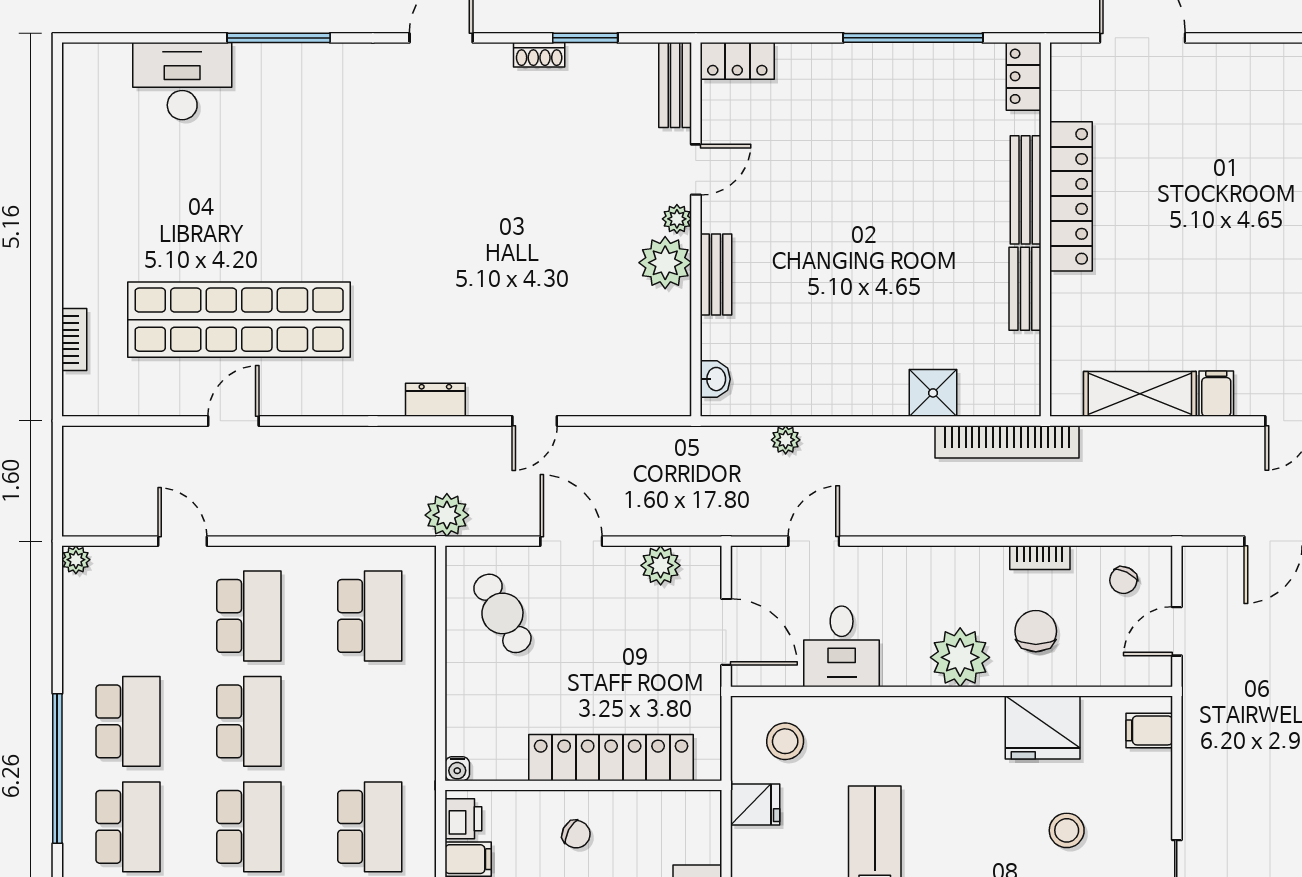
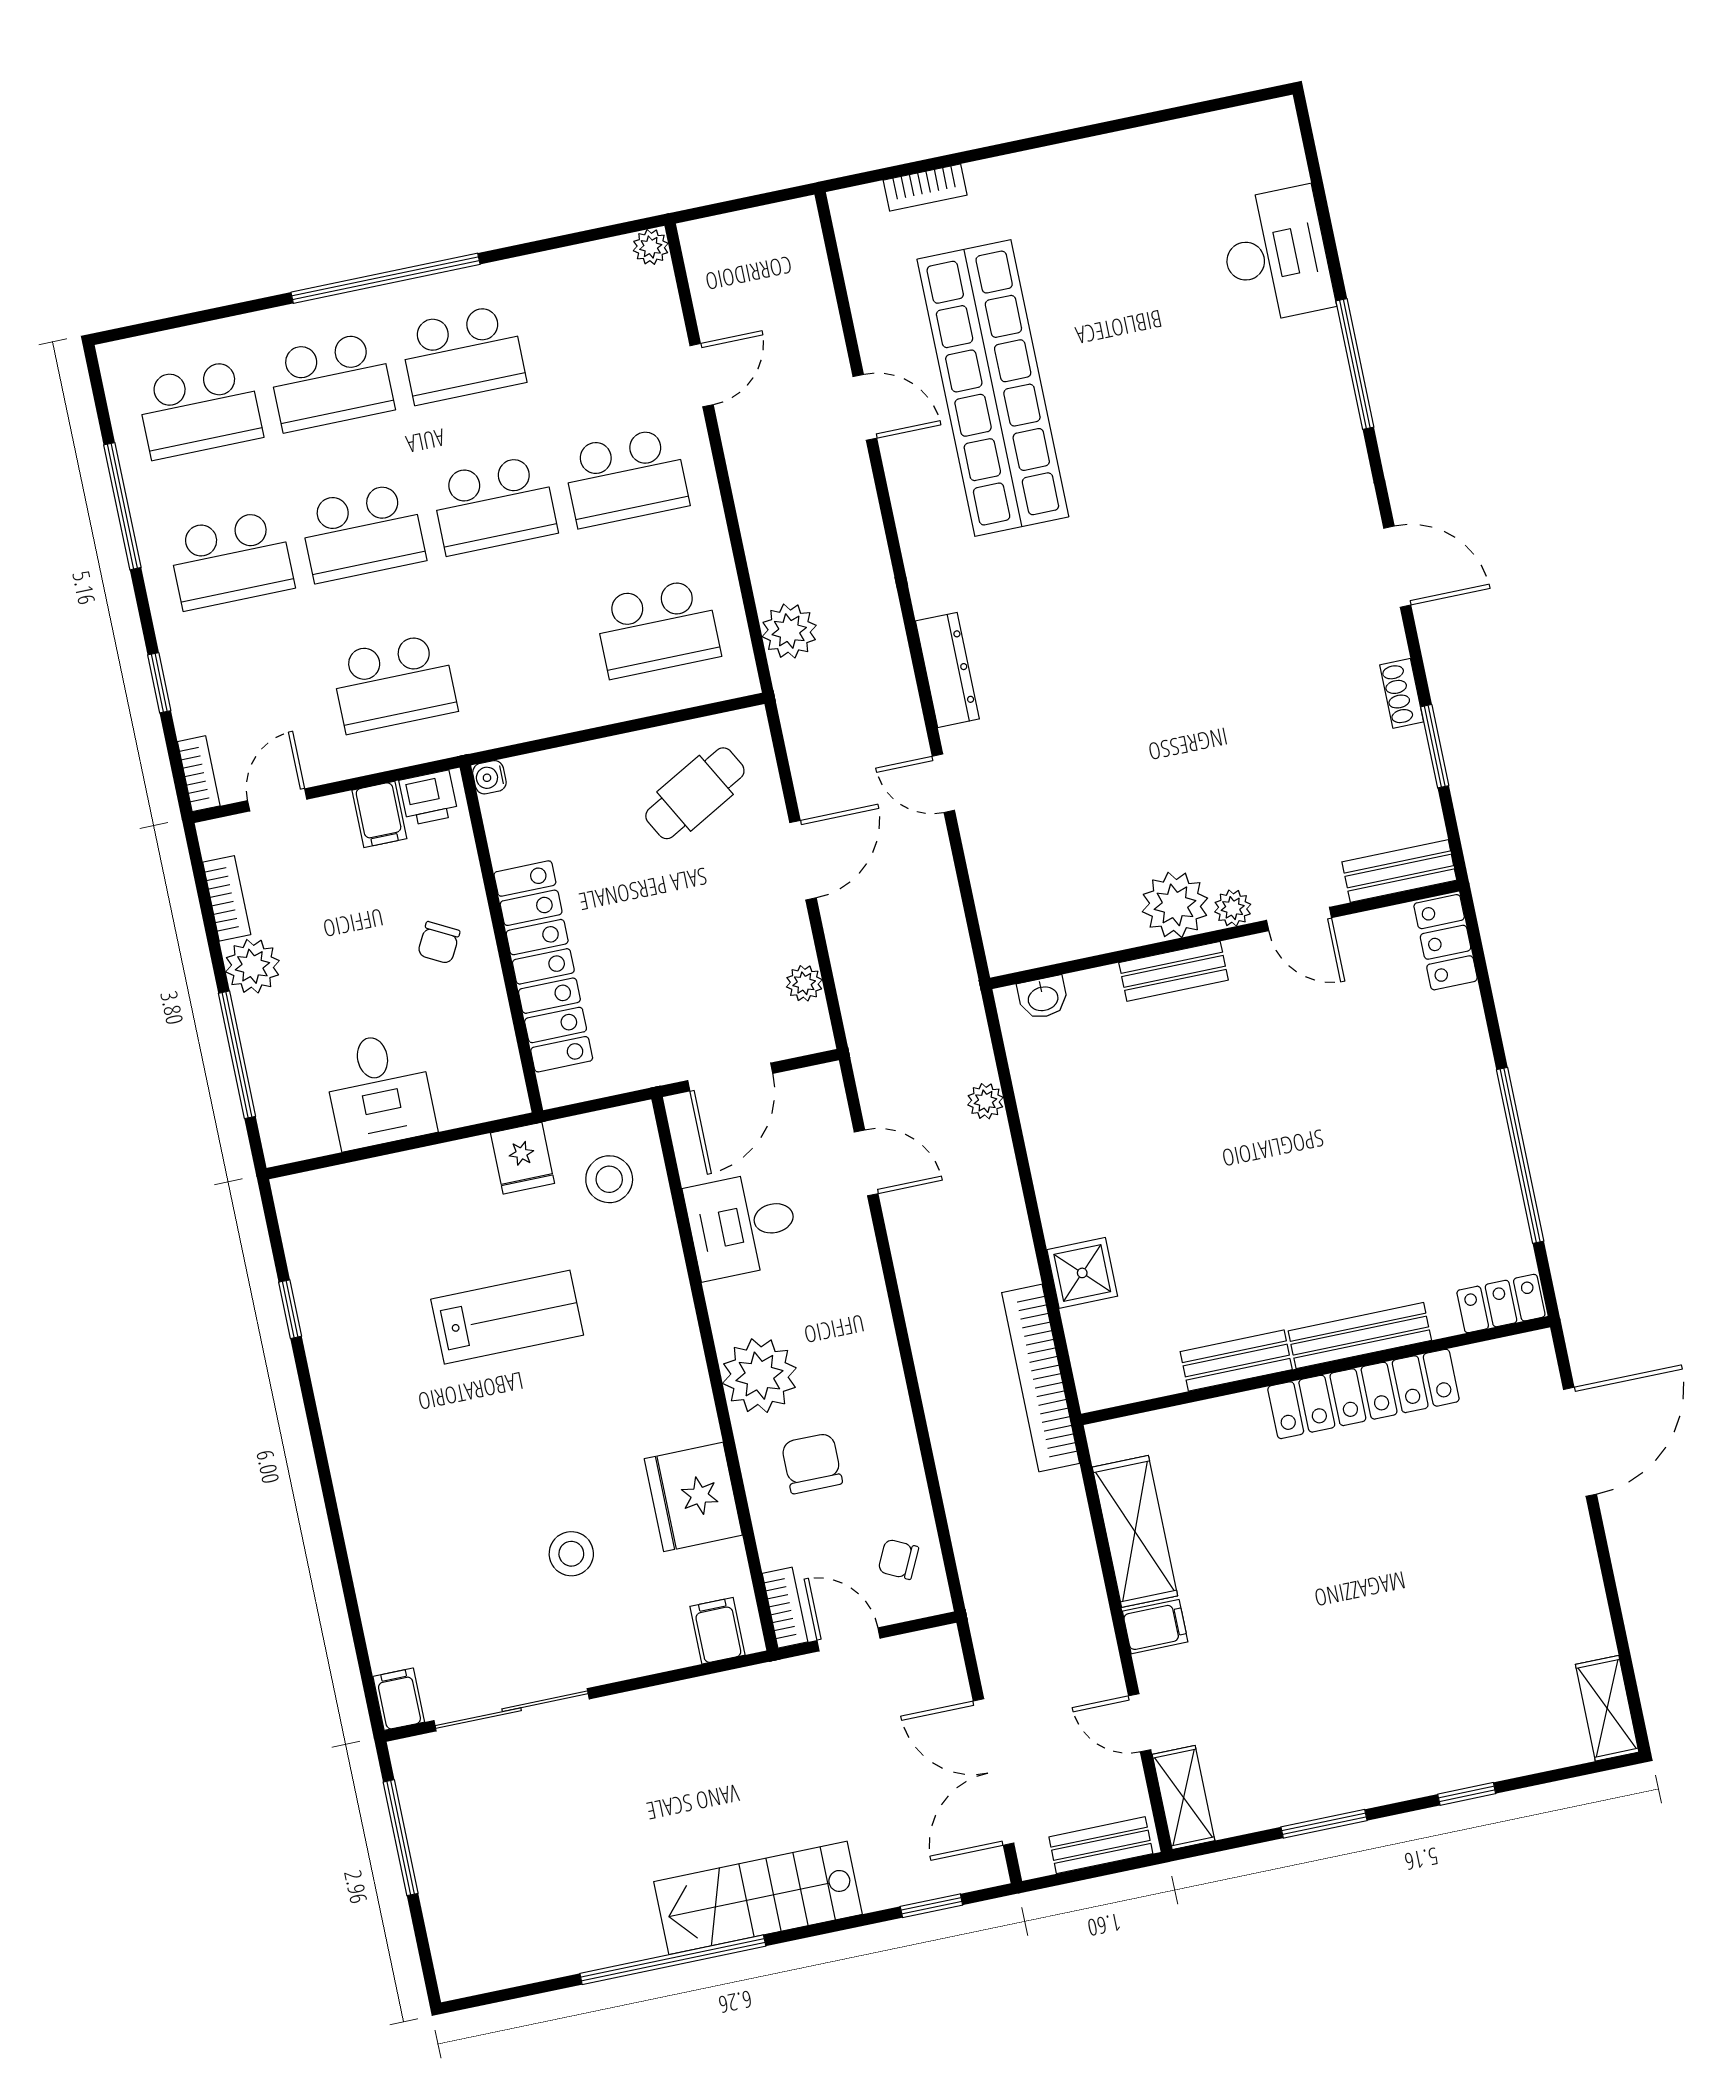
dresser: (435, 400) -> (947, 670), width x1.44
plant: (447, 515) -> (789, 631), moved
bookcase: (1040, 558) -> (785, 1608), moved, turned 180
plant: (661, 565) -> (804, 983), width x0.73, depth x0.73
chair: (1036, 631) -> (812, 1463), turned -90

